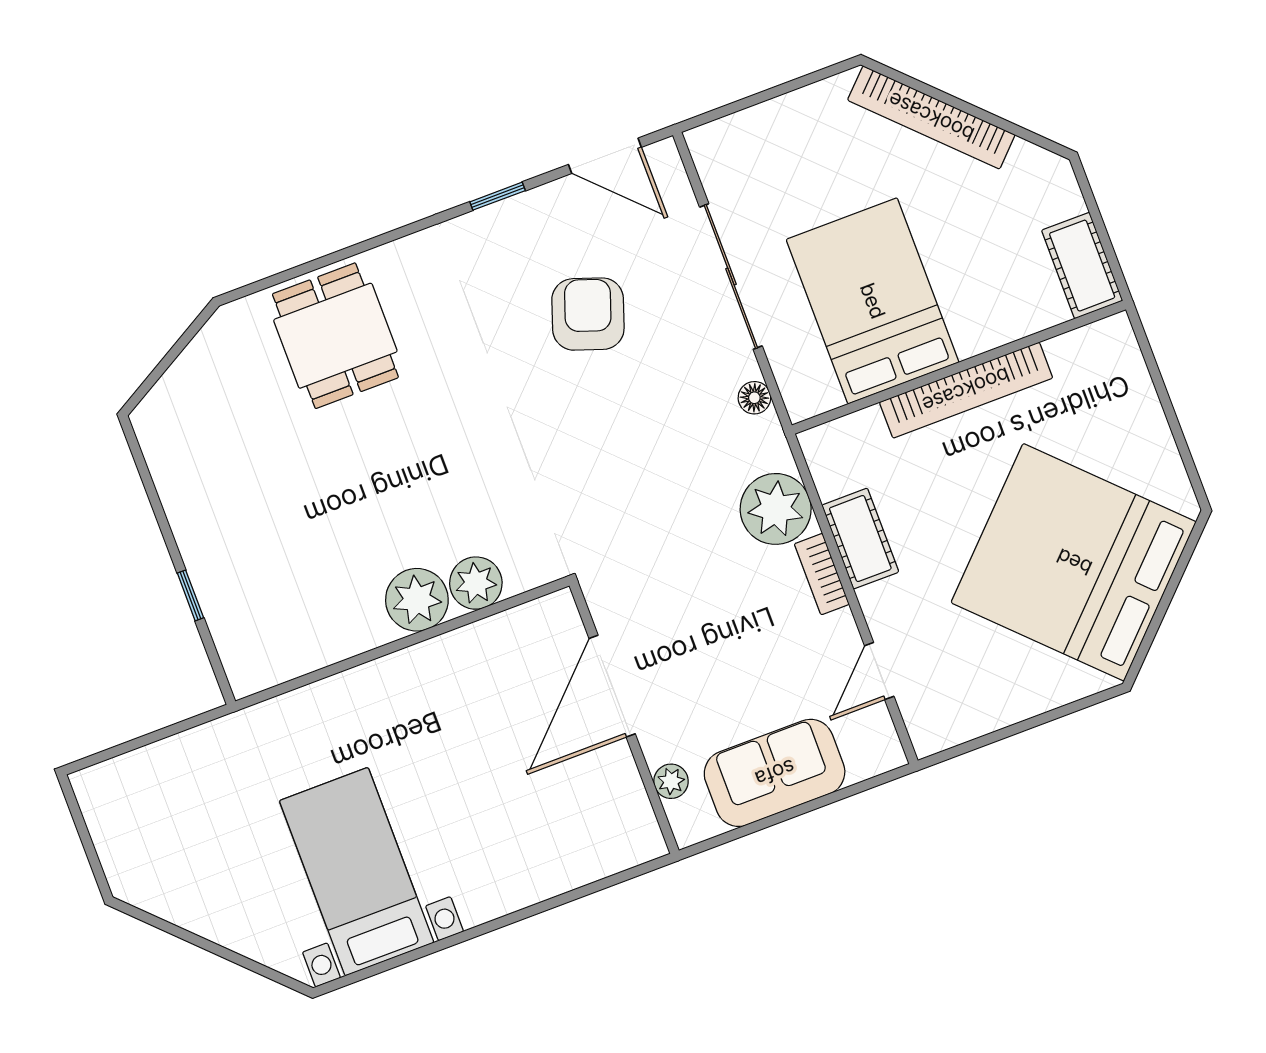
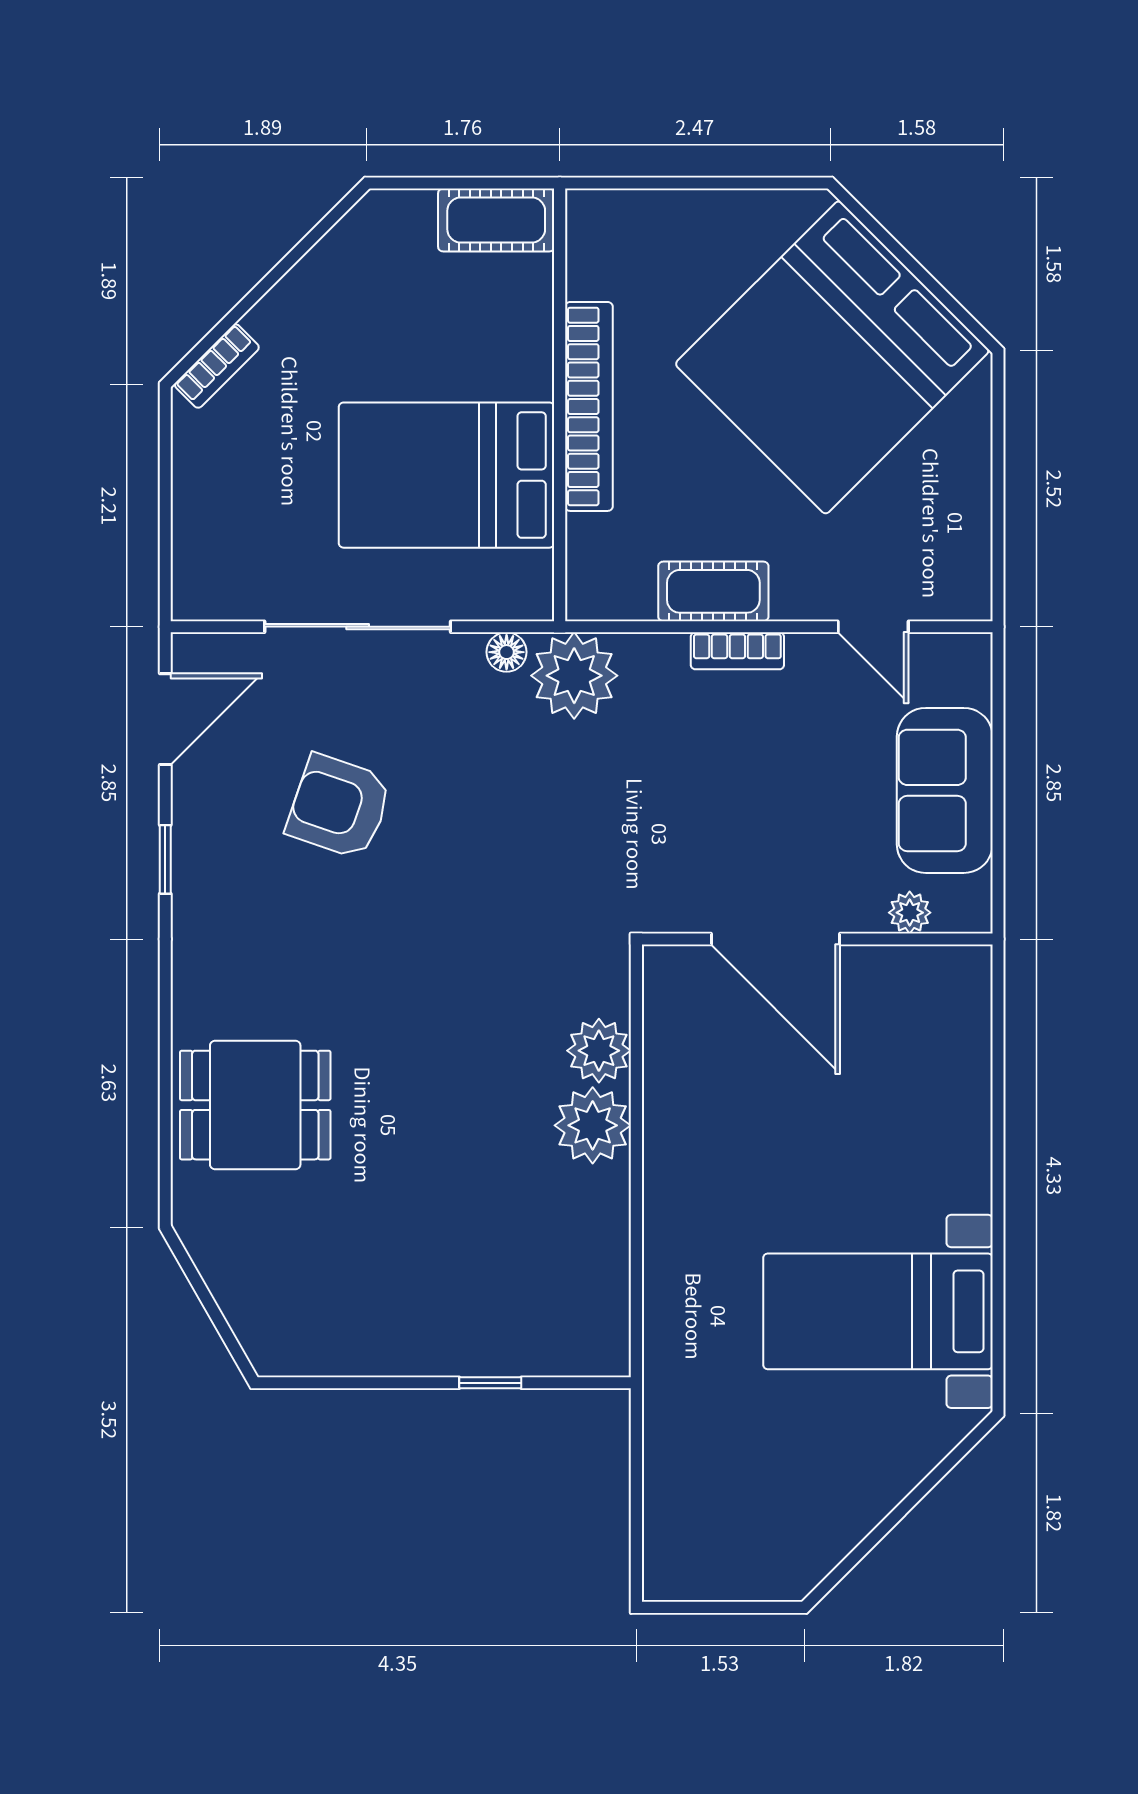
bookcase: (931, 117) -> (217, 366), width x0.43, depth x0.76
plant: (776, 509) -> (574, 676), moved

